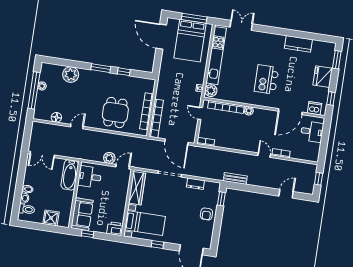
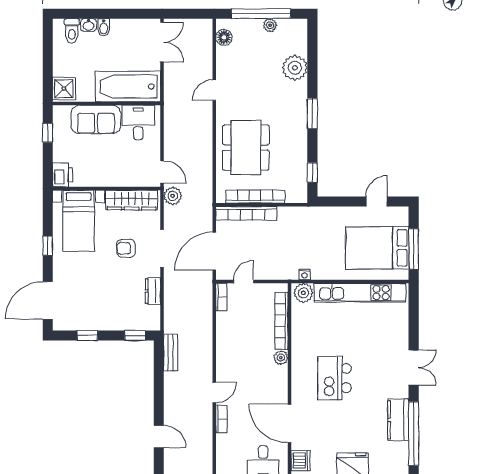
double door: (241, 25) -> (414, 368), moved
window: (308, 36) -> (414, 434), added
door: (161, 37) -> (377, 202), width x0.53
window: (124, 72) -> (312, 173), moved
kitchen island: (267, 79) -> (334, 378), turned -90
dining table: (115, 113) -> (246, 148), width x1.37
door: (200, 113) -> (244, 282), moved
floor lamp: (56, 117) -> (224, 37), moved
door: (77, 127) -> (214, 90), swing flipped
double door: (42, 154) -> (162, 42), swing flipped
plant: (109, 158) -> (173, 196), moved
bathtub: (70, 175) -> (128, 87), width x1.36, depth x1.36
sofa: (82, 214) -> (96, 119), moved
armchair: (206, 214) -> (126, 248), moved
shower: (51, 218) -> (64, 89), moved
window: (217, 228) -> (87, 336), added

